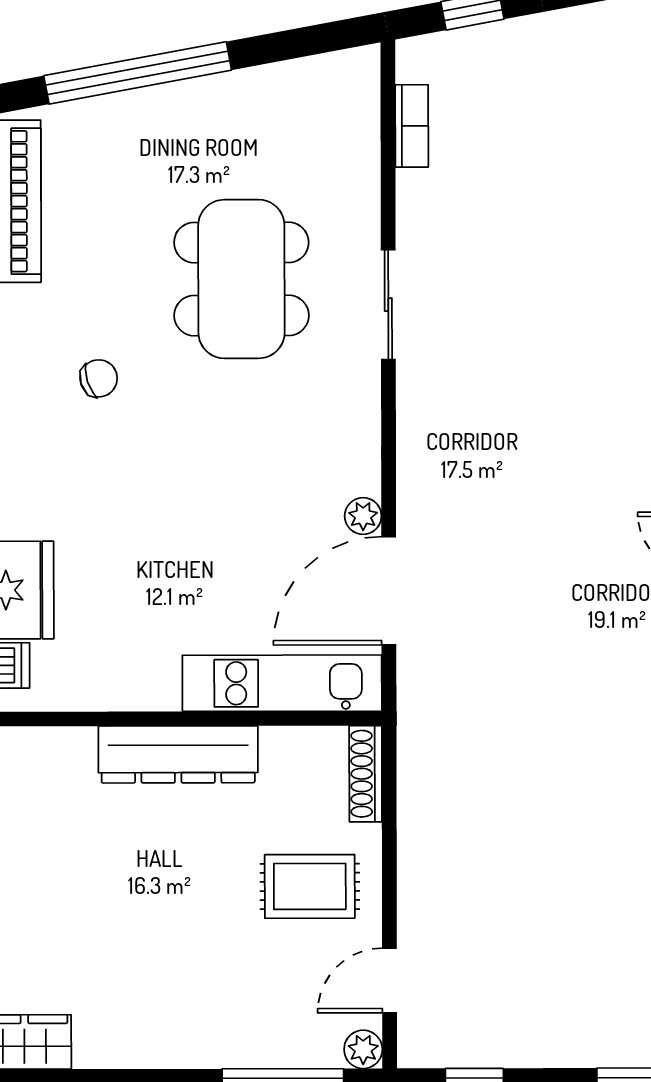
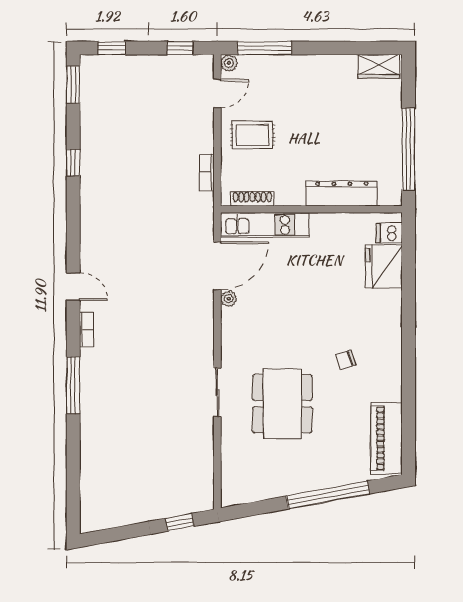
bookcase: (412, 126) -> (207, 172), moved
dresser: (178, 754) -> (342, 193), moved
shoe rack: (366, 774) -> (252, 199), moved, turned -90

